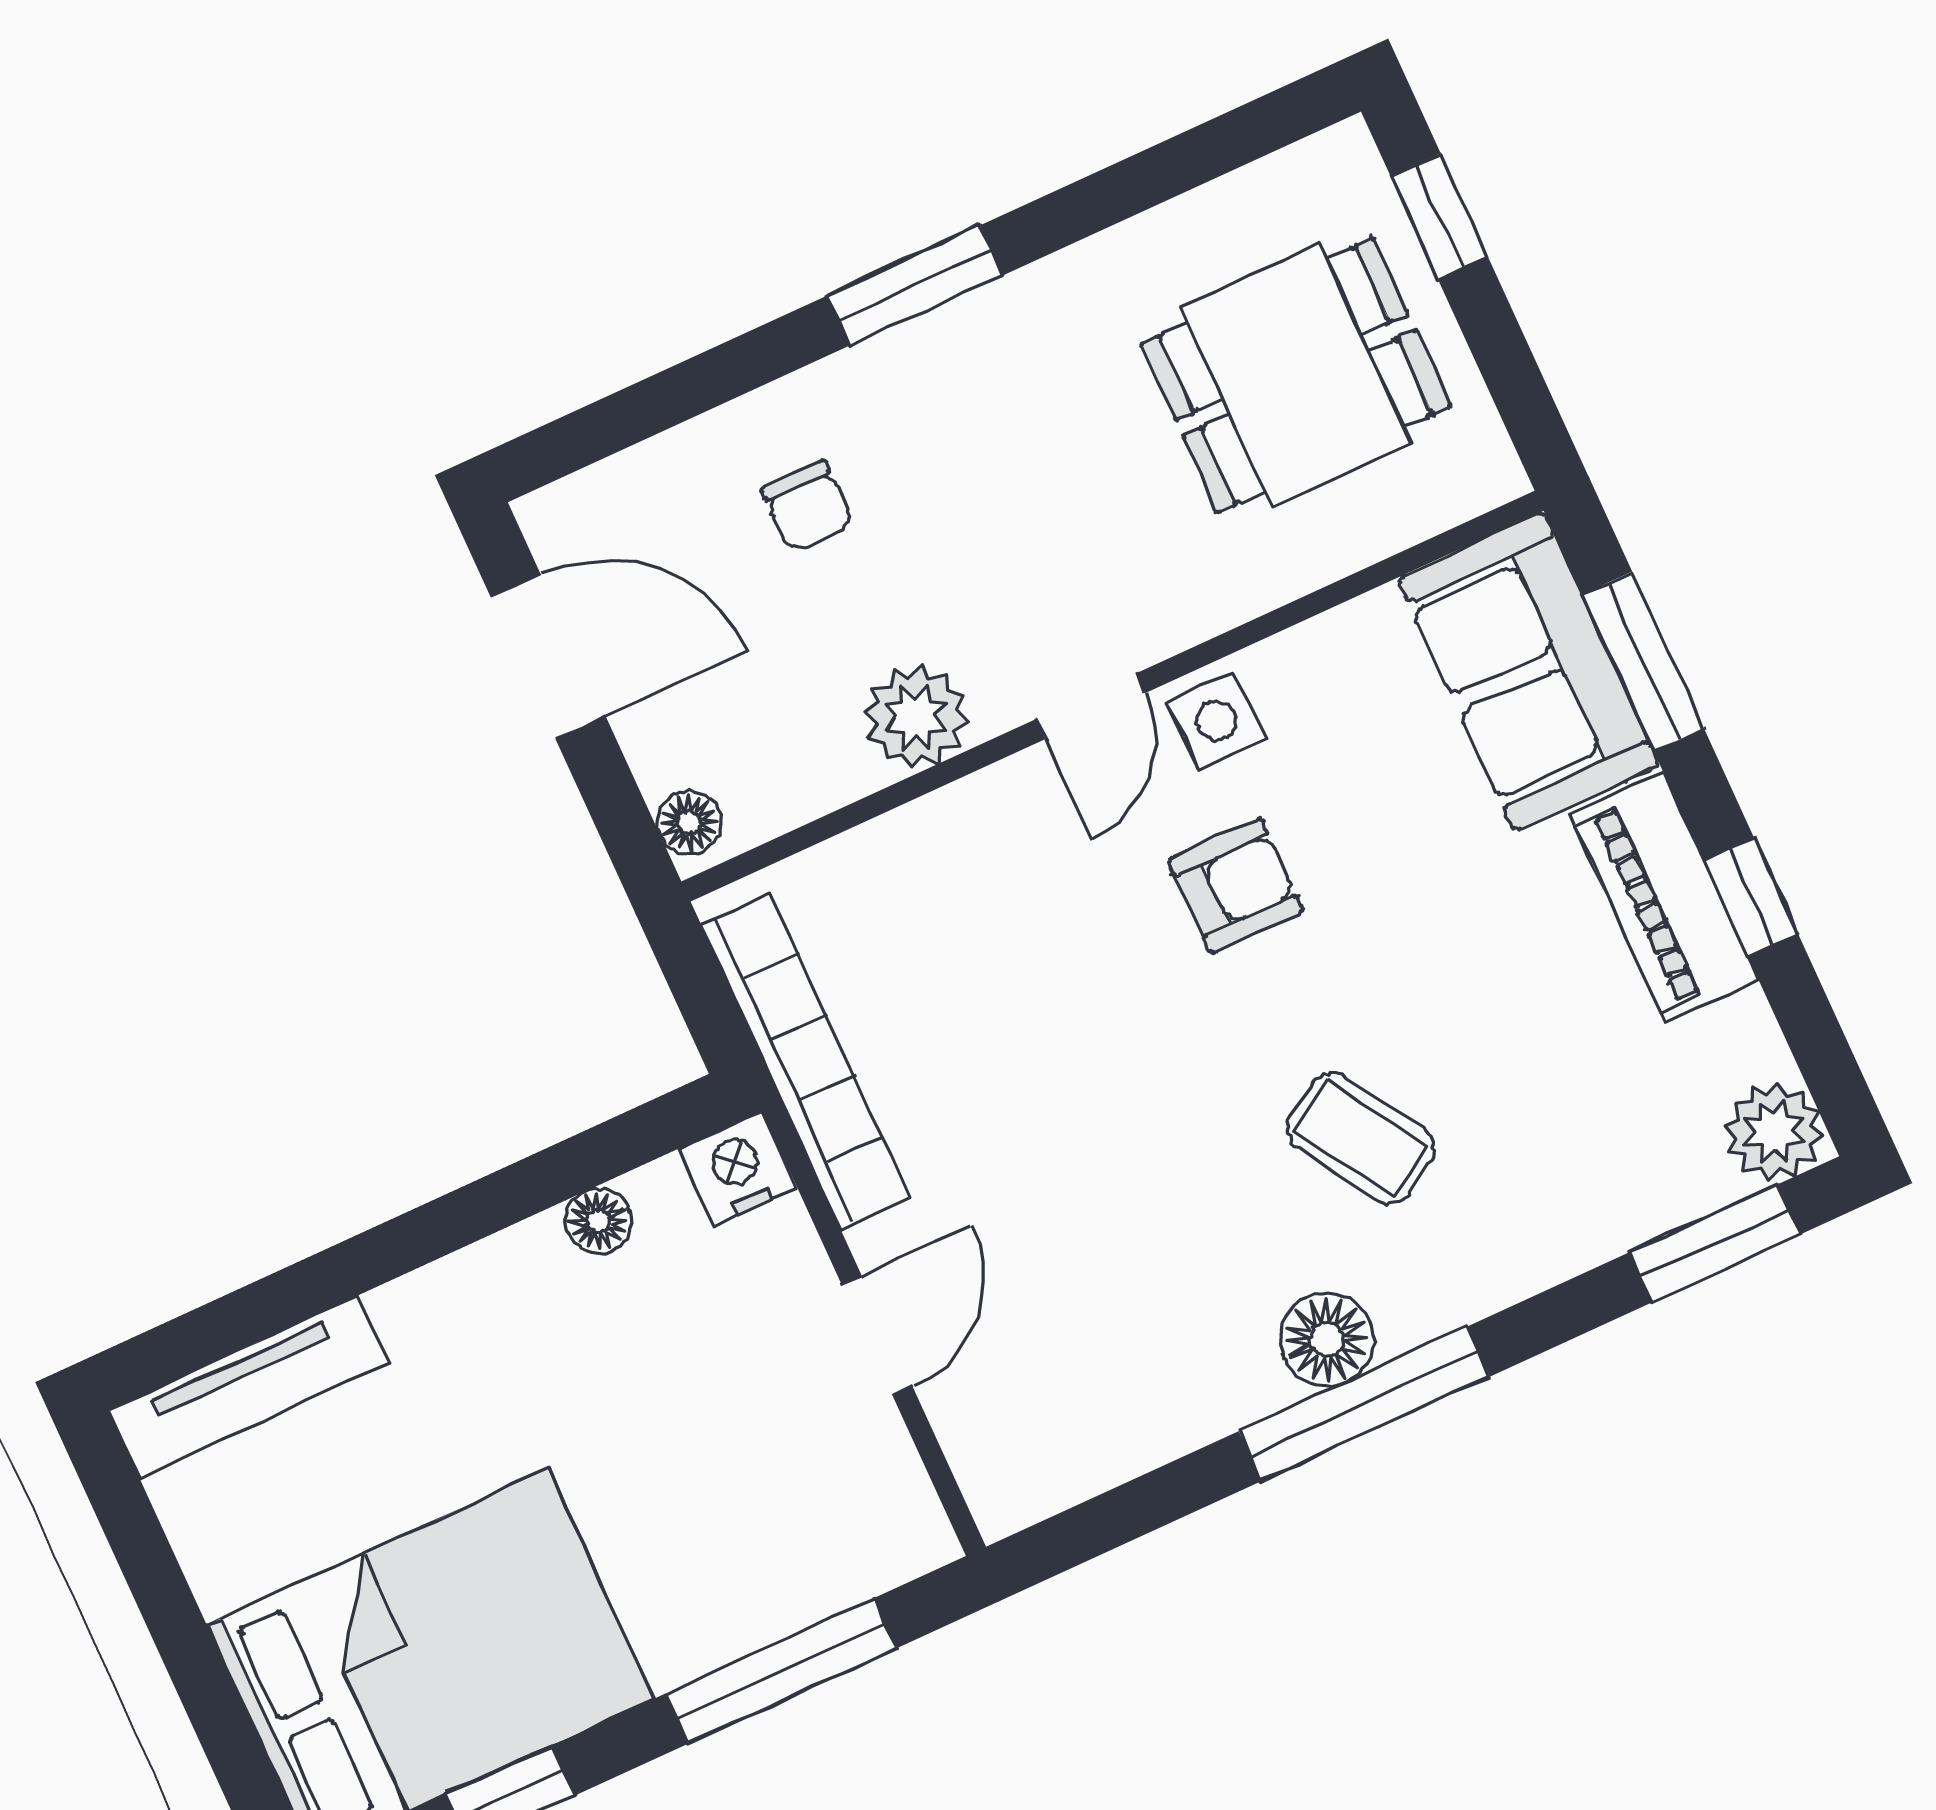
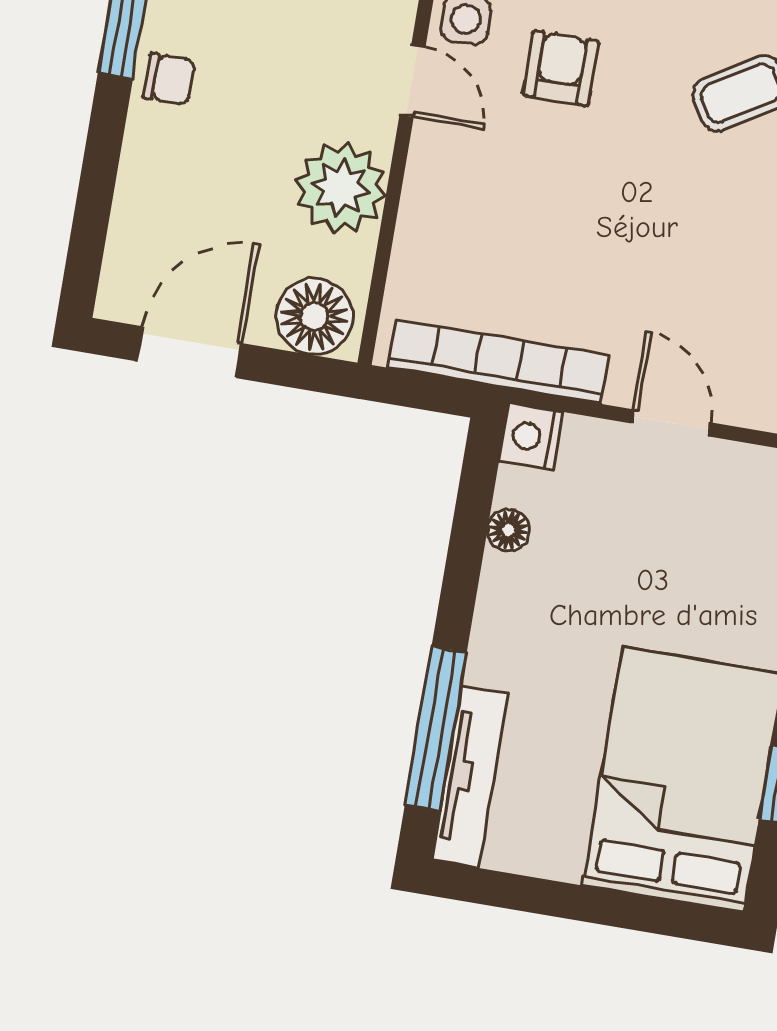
chair: (807, 506) -> (169, 79), moved
plant: (916, 717) -> (341, 188), width x1.36, depth x1.36
floor lamp: (689, 823) -> (314, 317), width x1.89, depth x1.89
window: (280, 1301) -> (436, 729), added

